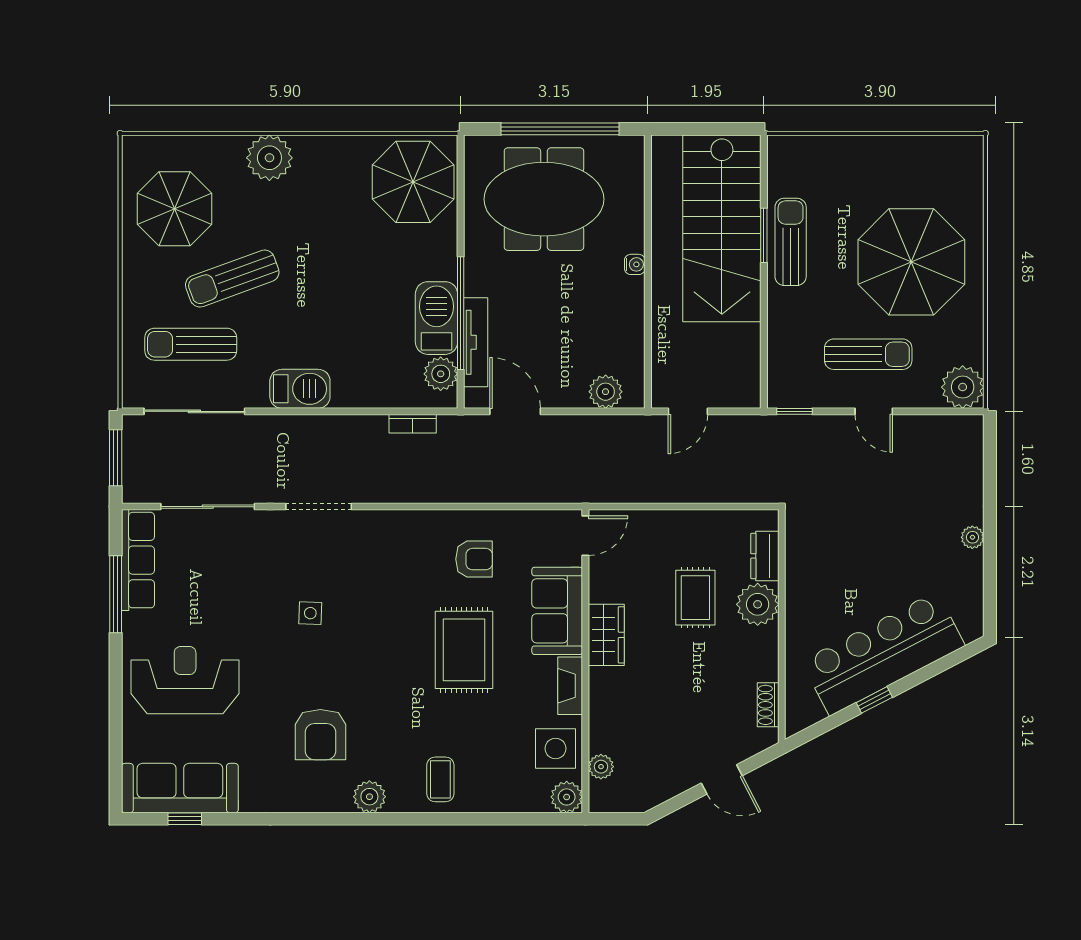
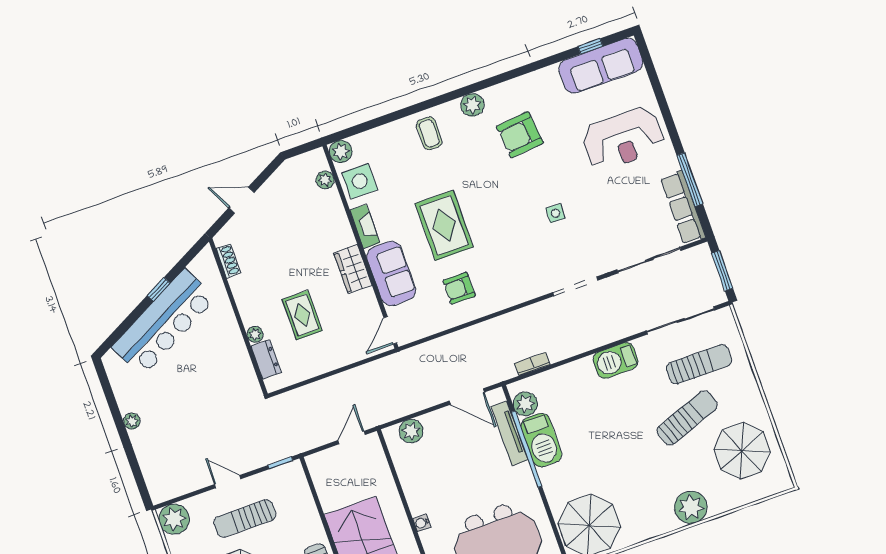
plant: (758, 604) -> (255, 334), width x0.53, depth x0.53
armchair: (320, 735) -> (520, 135), turned -96

